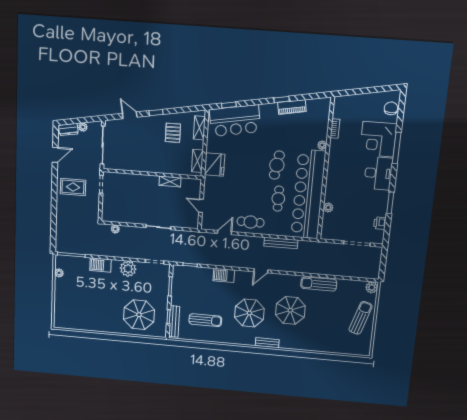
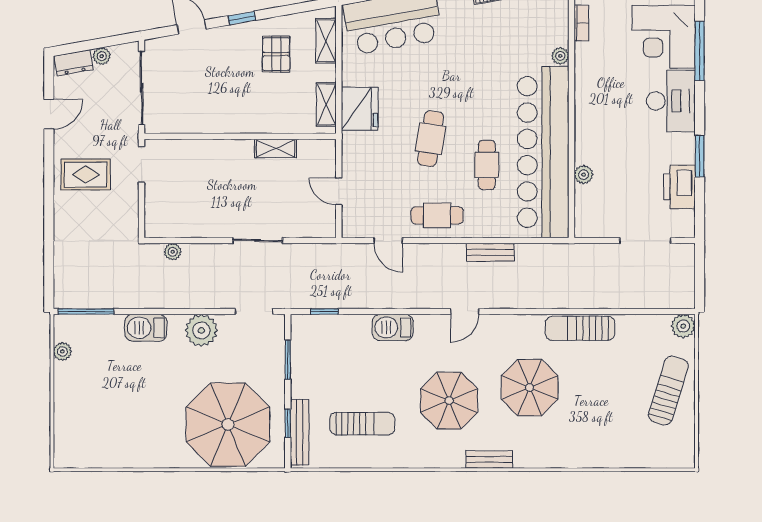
cafe table: (277, 165) -> (431, 139), moved
printer: (380, 223) -> (679, 187), width x1.87, depth x1.48
door: (225, 233) -> (388, 241), swing flipped
bench: (281, 243) -> (490, 252), width x0.73
parasol: (139, 315) -> (228, 425), width x1.36, depth x1.36

